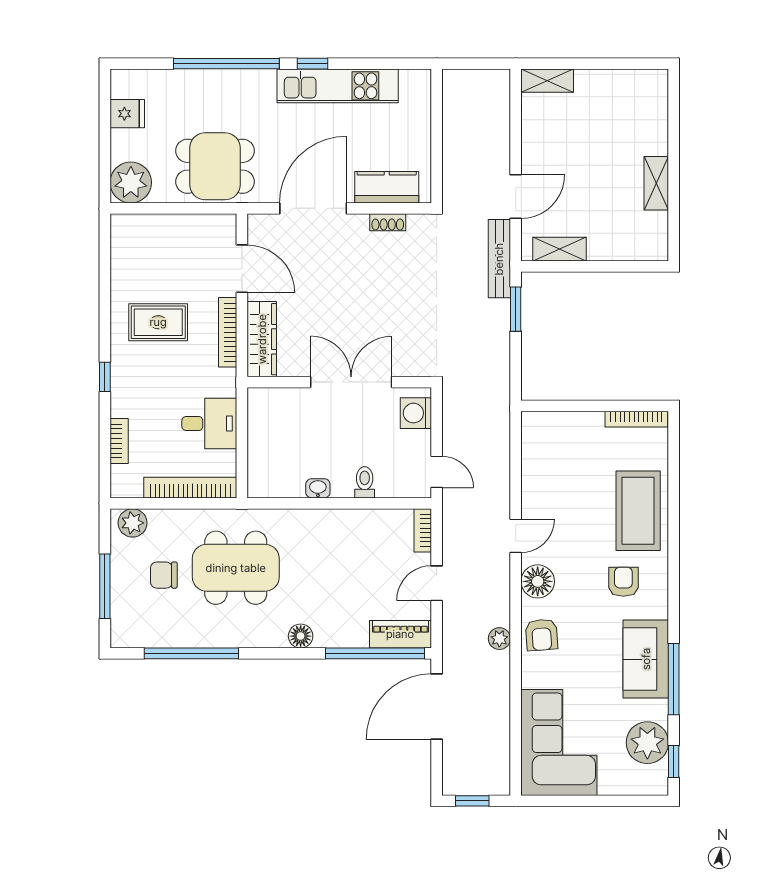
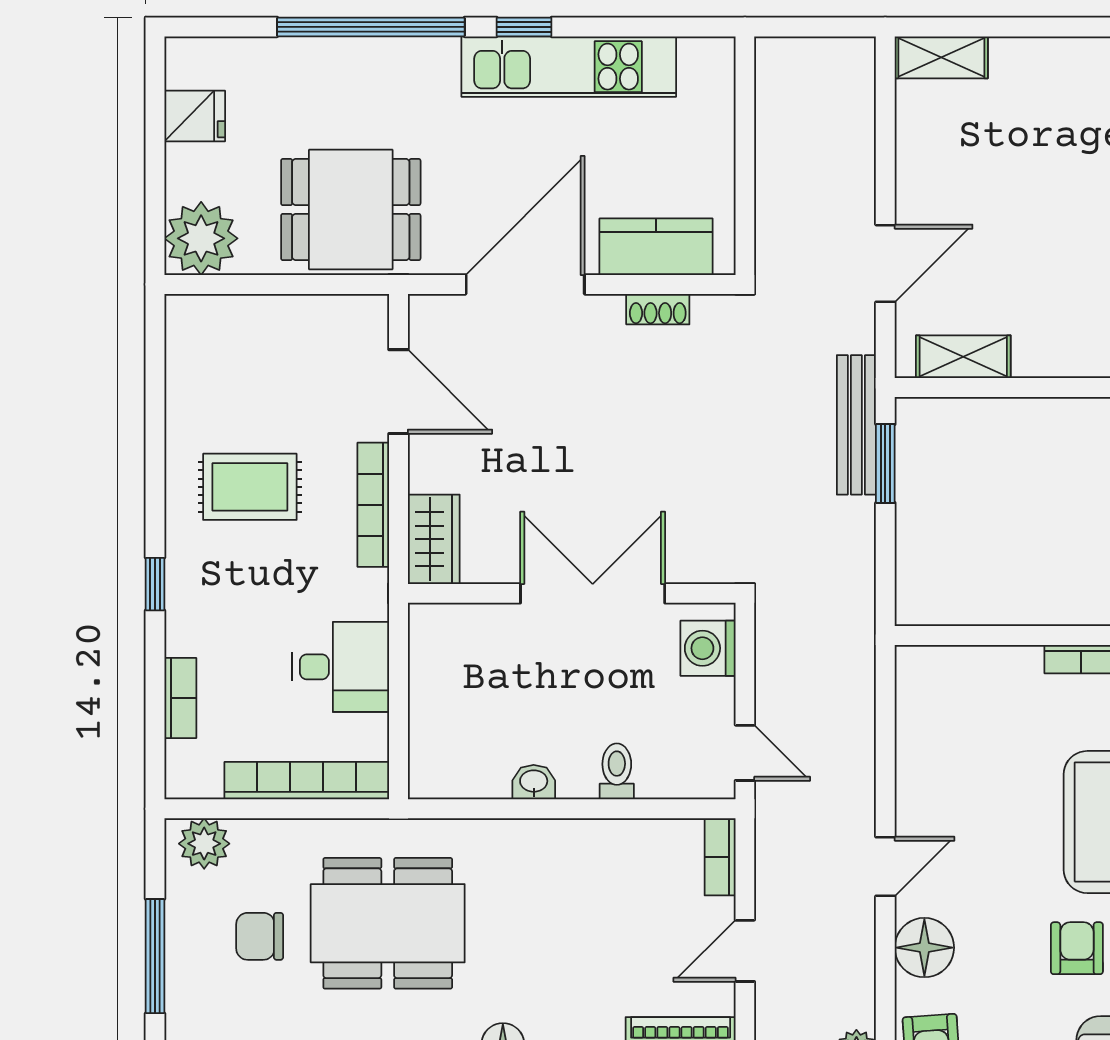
bench: (499, 259) -> (856, 425), moved
wardrobe: (262, 339) -> (434, 539), width x0.67

